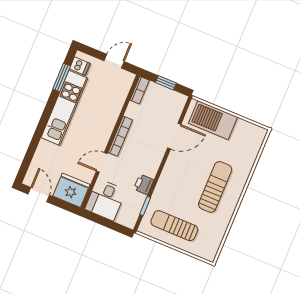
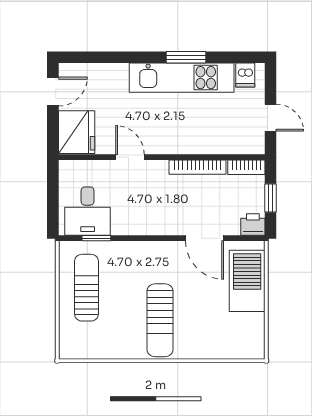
window: (62, 77) -> (186, 57), moved
bookcase: (120, 136) -> (198, 167), moved
printer: (144, 184) -> (253, 225), moved
sun lounger: (215, 187) -> (160, 320), turned 90
desk: (105, 200) -> (88, 211), moved, turned -90

